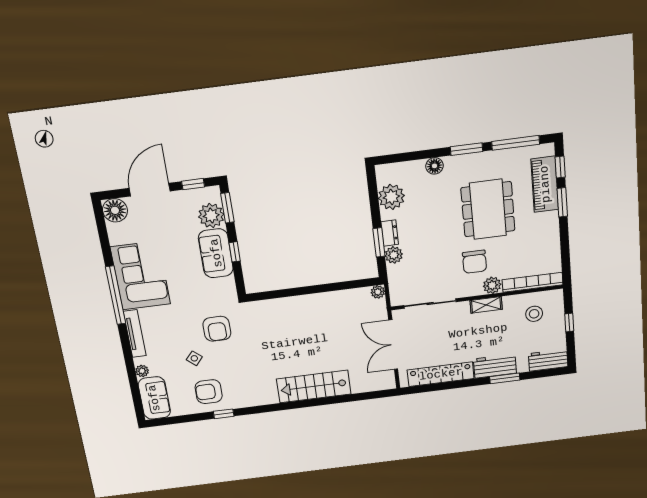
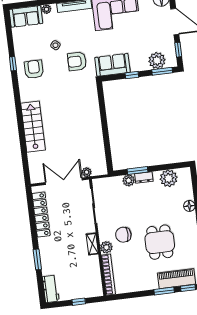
dining table: (488, 209) -> (160, 242), width x0.73
sofa: (216, 253) -> (112, 65), moved
plant: (378, 292) -> (87, 172), moved
stool: (534, 314) -> (85, 277), removed
workbench: (495, 366) -> (47, 252), removed
armchair: (209, 392) -> (34, 69), moved

